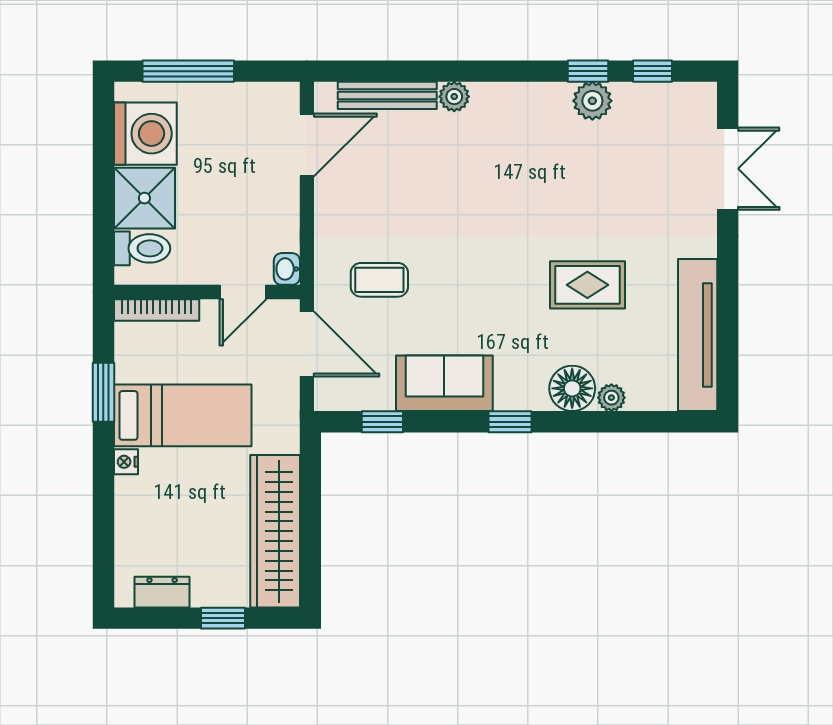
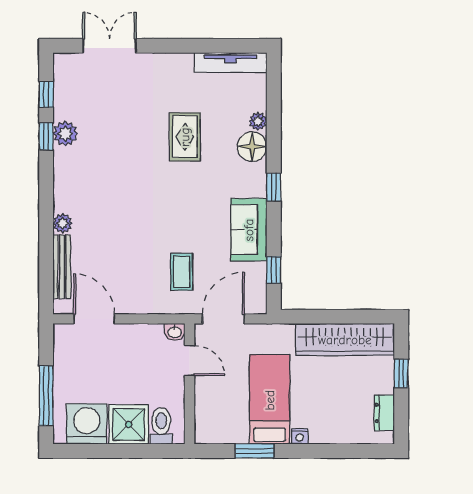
bookcase: (157, 310) -> (201, 416), removed
tv unit: (698, 335) -> (231, 62), width x0.73, depth x0.78

